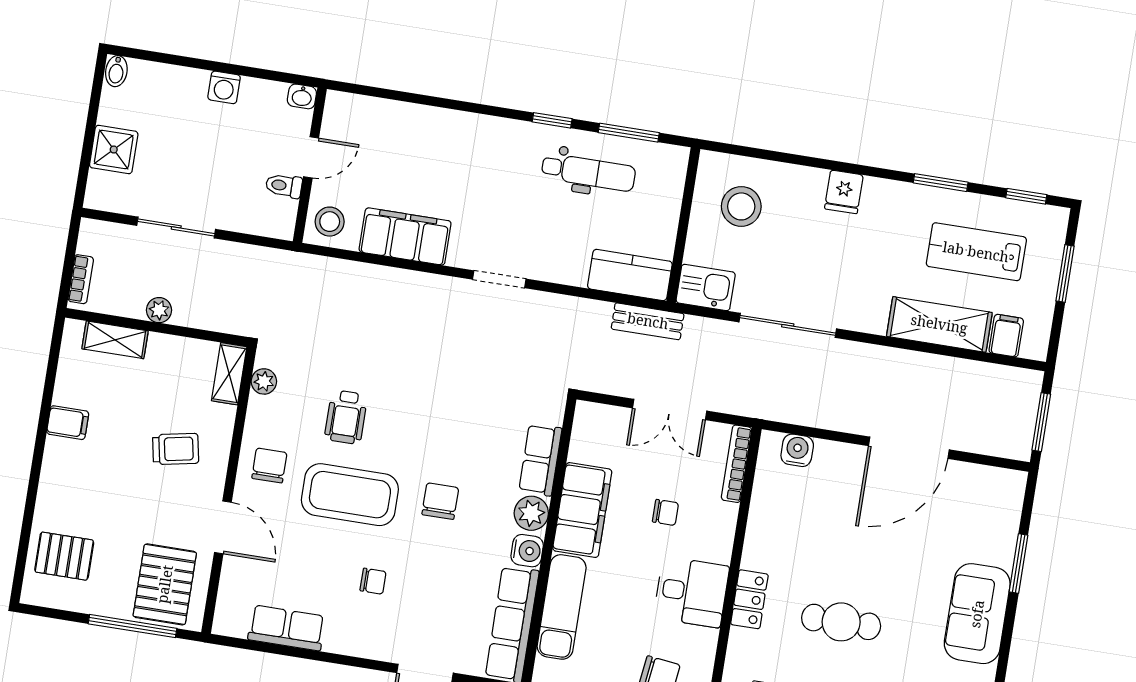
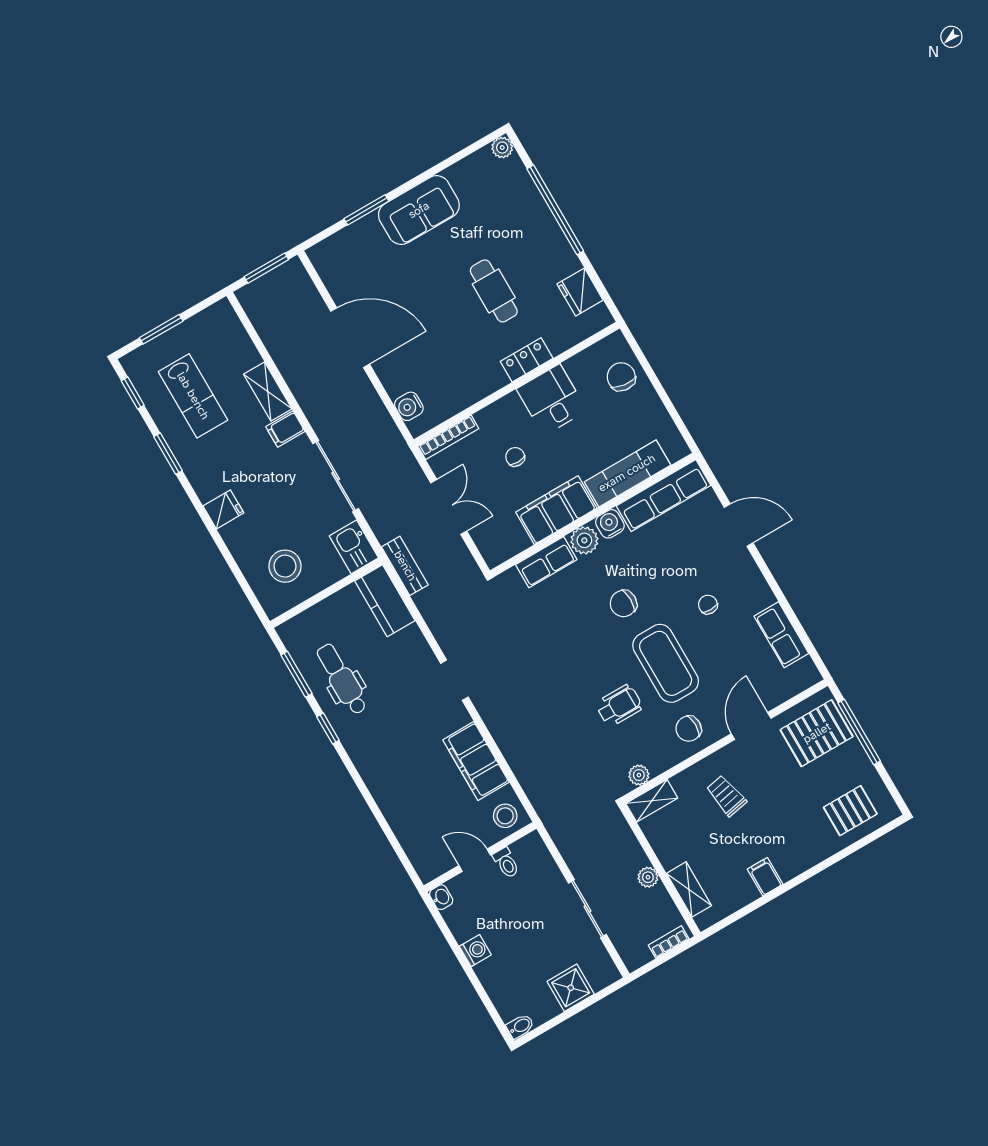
shelving: (939, 324) -> (268, 391), width x0.67, depth x0.75
filing cabinet: (1006, 336) -> (285, 429), moved
pallet: (64, 556) -> (850, 811), turned 90

